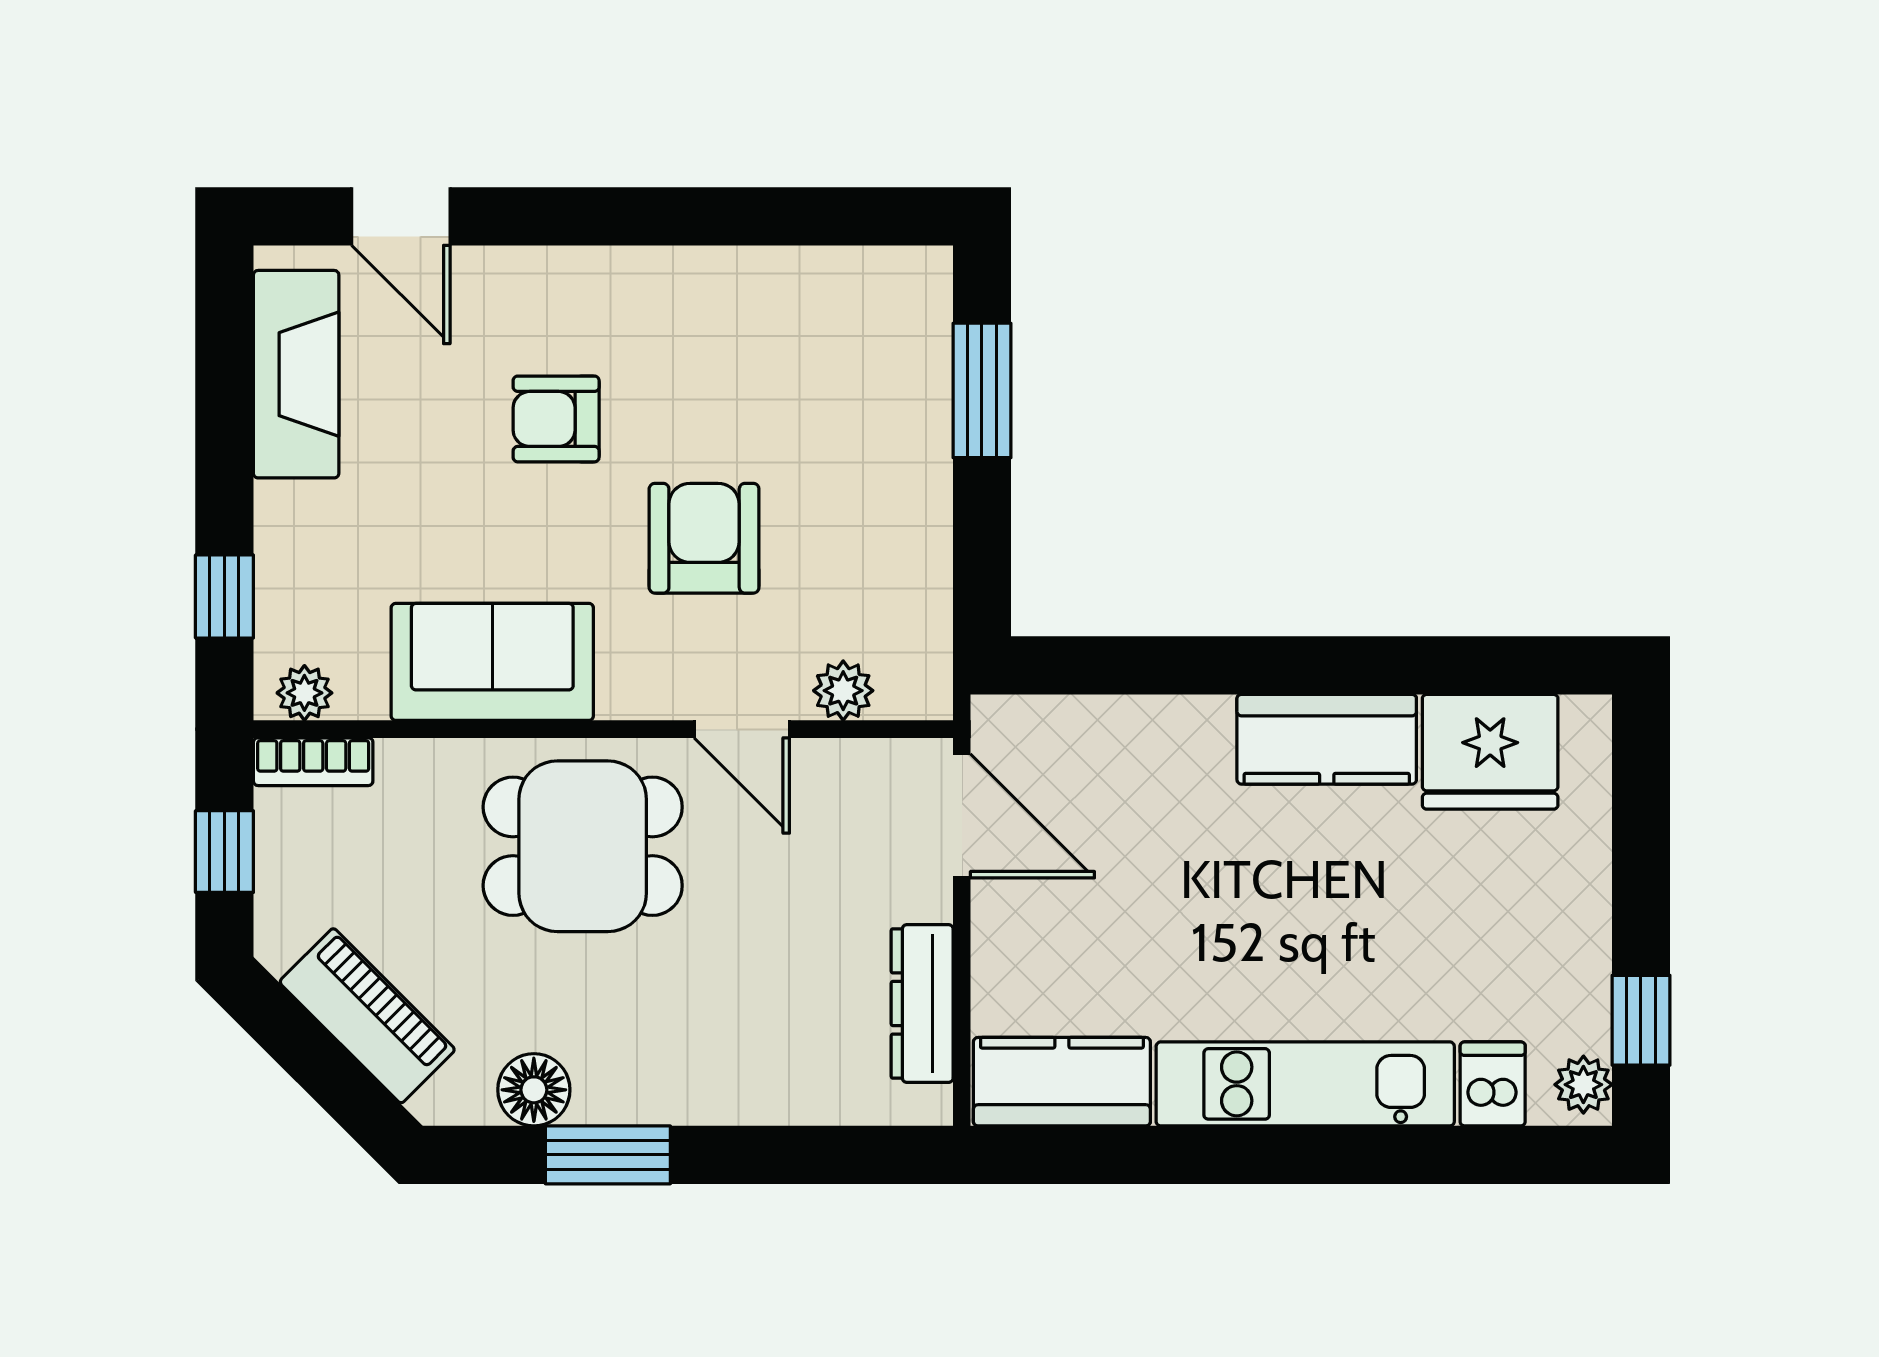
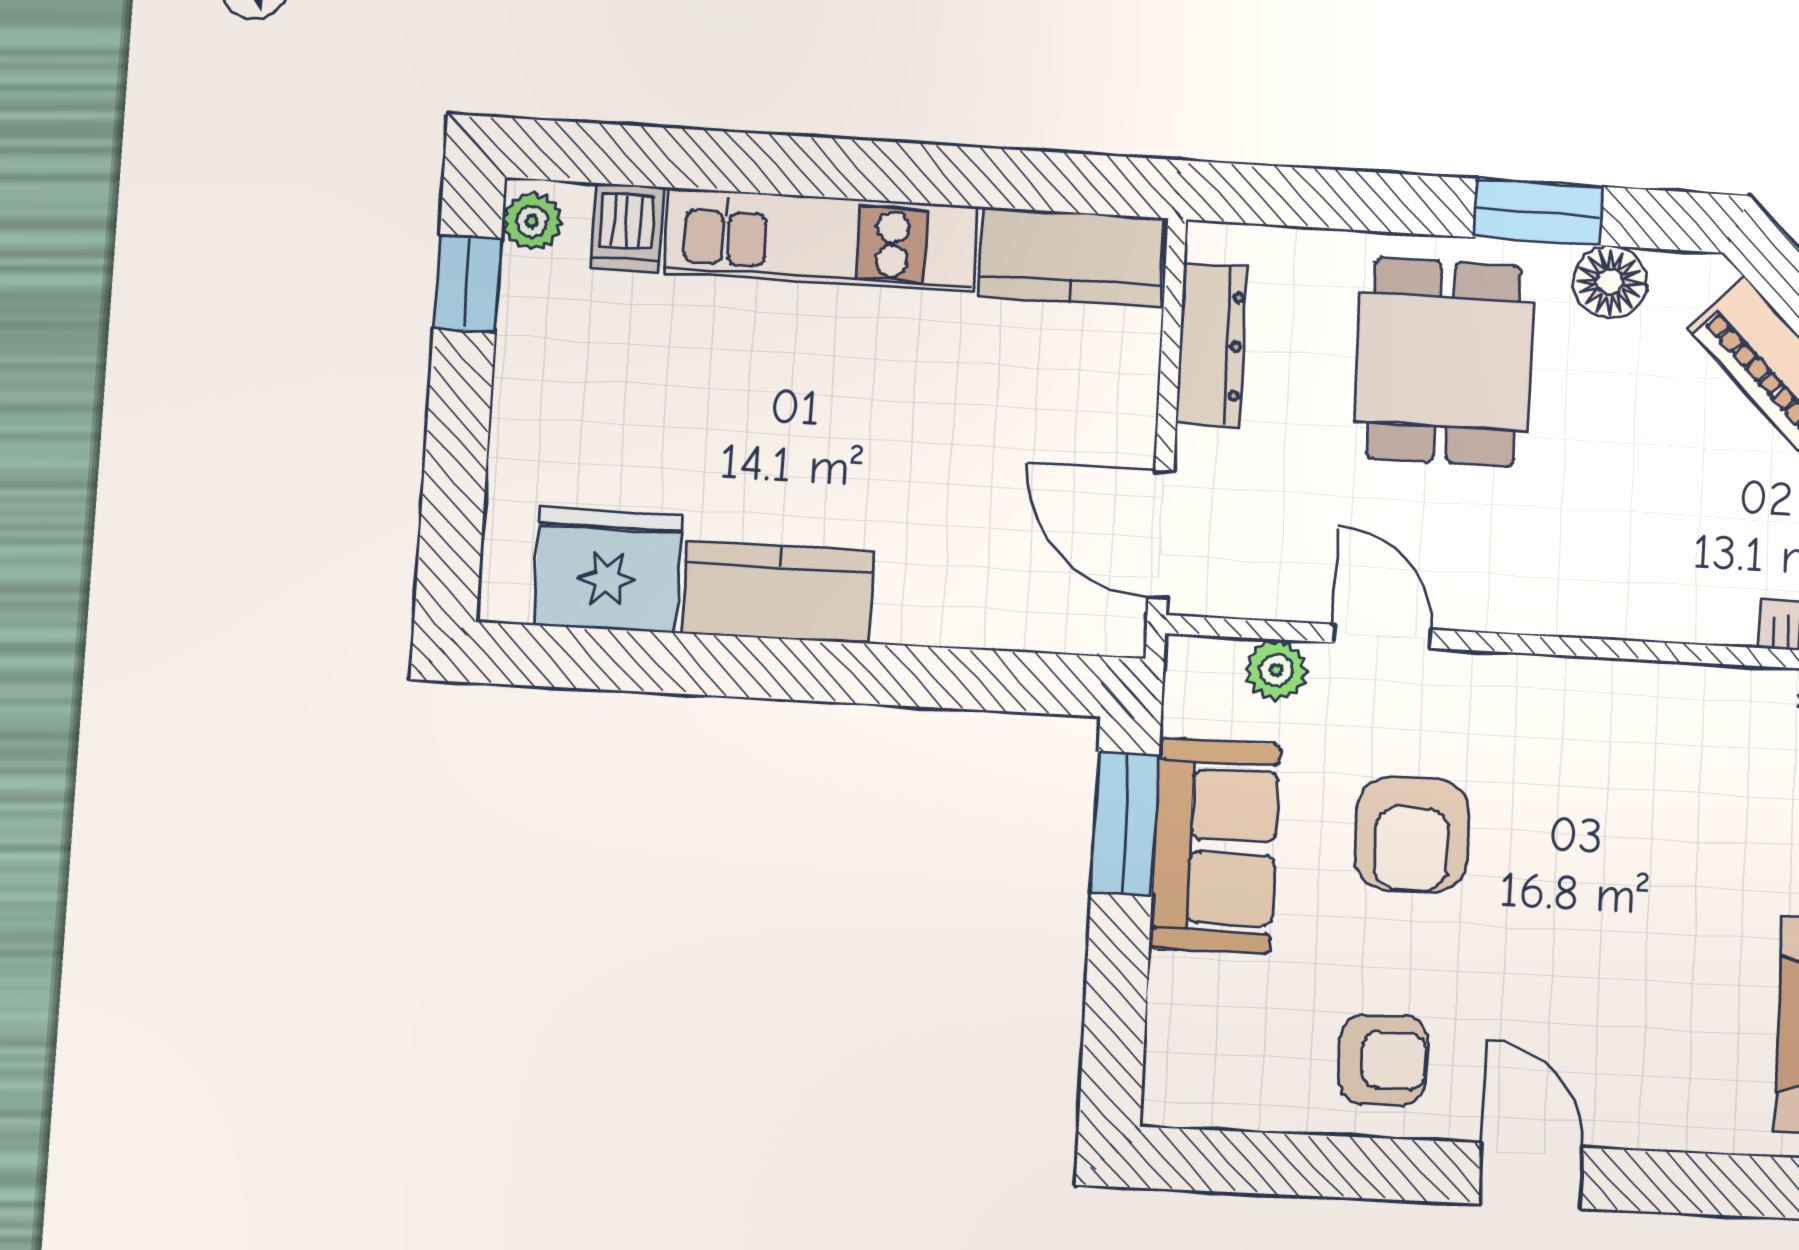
door: (401, 216) -> (1531, 1176), moved
window: (982, 390) -> (1125, 824), moved
armchair: (556, 419) -> (1383, 1060), moved
sofa: (492, 662) -> (1215, 846), moved, turned -90
dining table: (583, 846) -> (1444, 362), moved, turned 90

